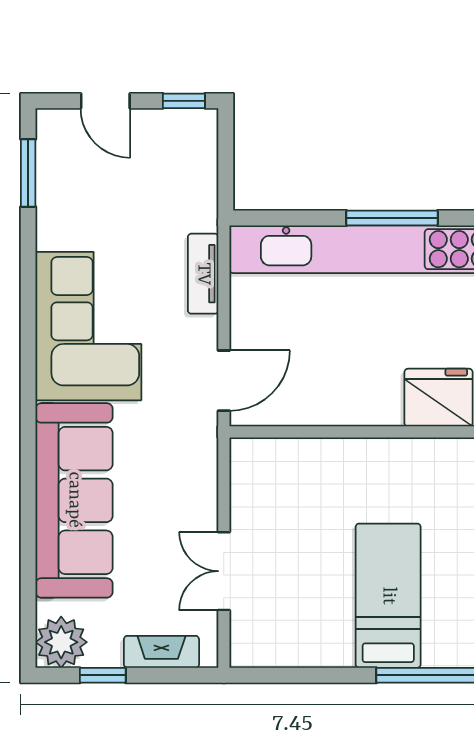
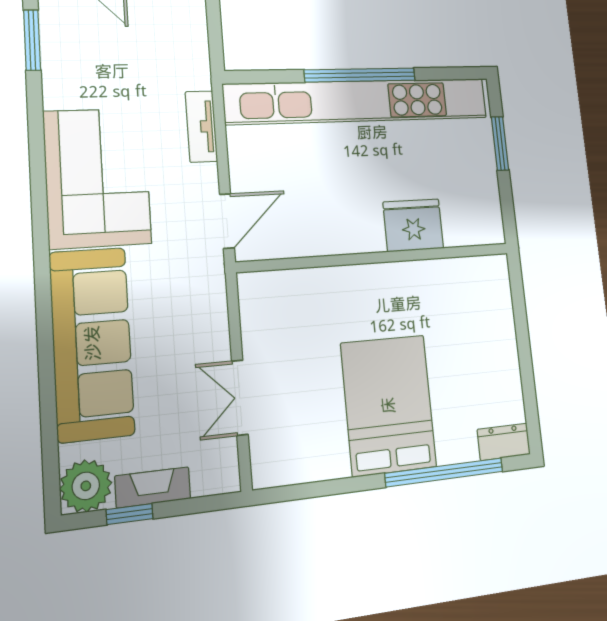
window: (392, 218) -> (360, 75), width x1.46
bed: (388, 596) -> (388, 405), width x1.50
fireplace: (161, 652) -> (153, 487), moved

